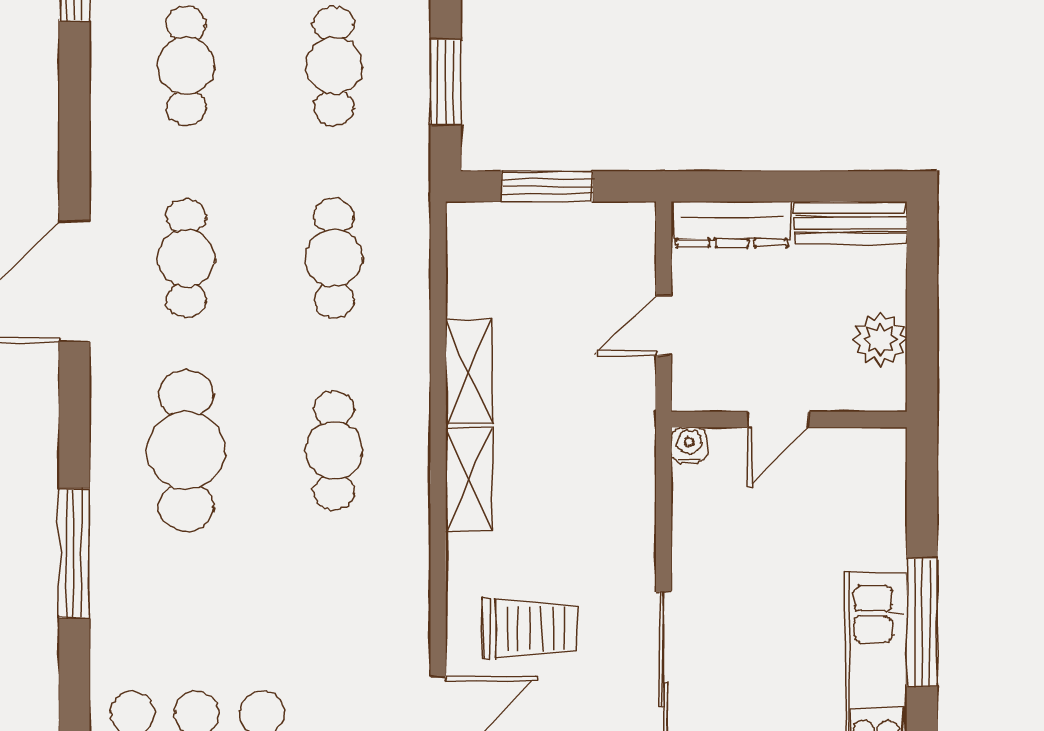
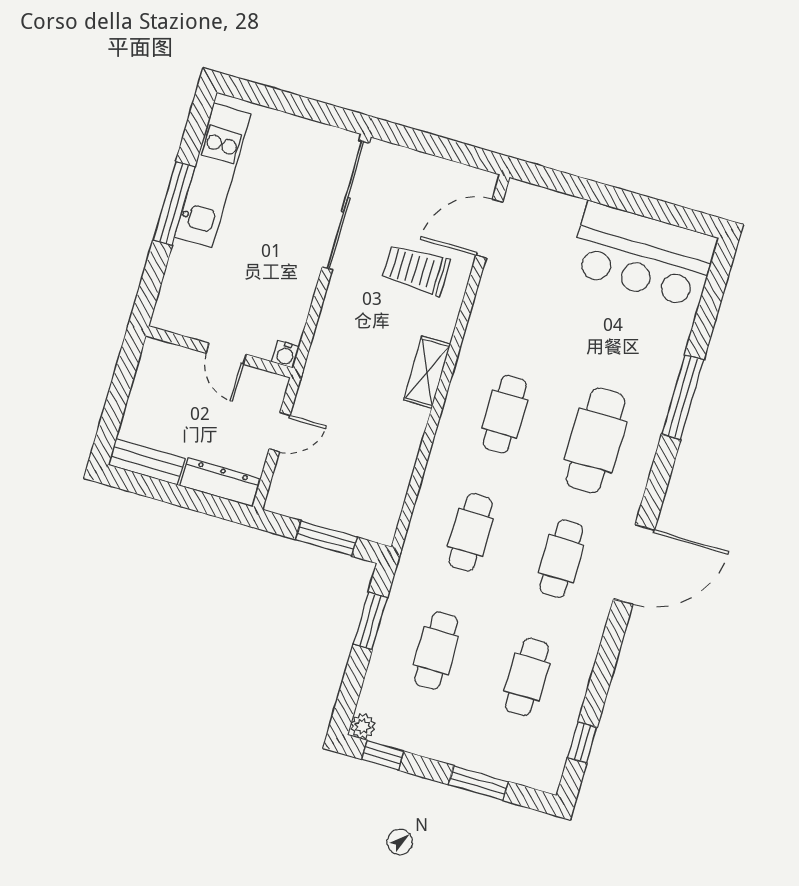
plant: (880, 339) -> (149, 385), removed
shelving: (469, 371) -> (408, 439), removed
door: (778, 420) -> (226, 354), swing flipped

